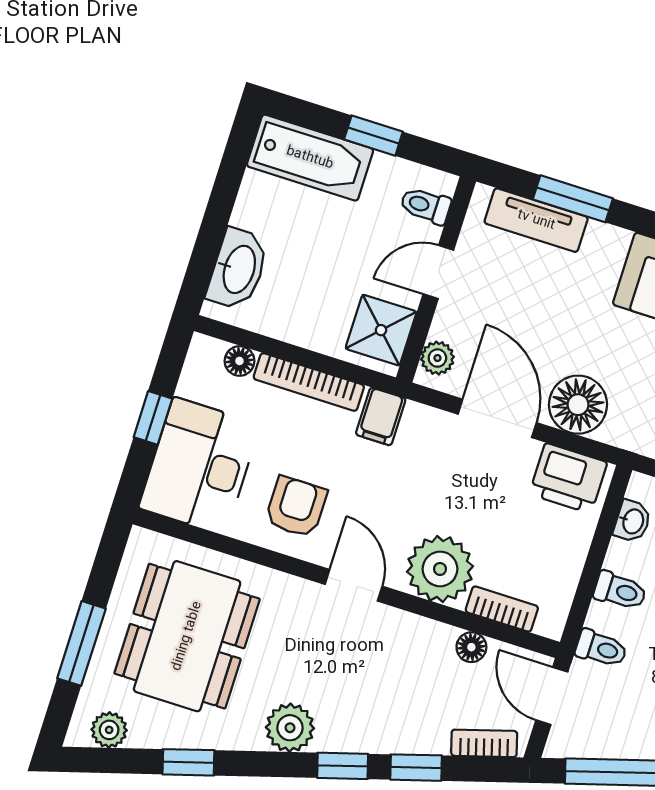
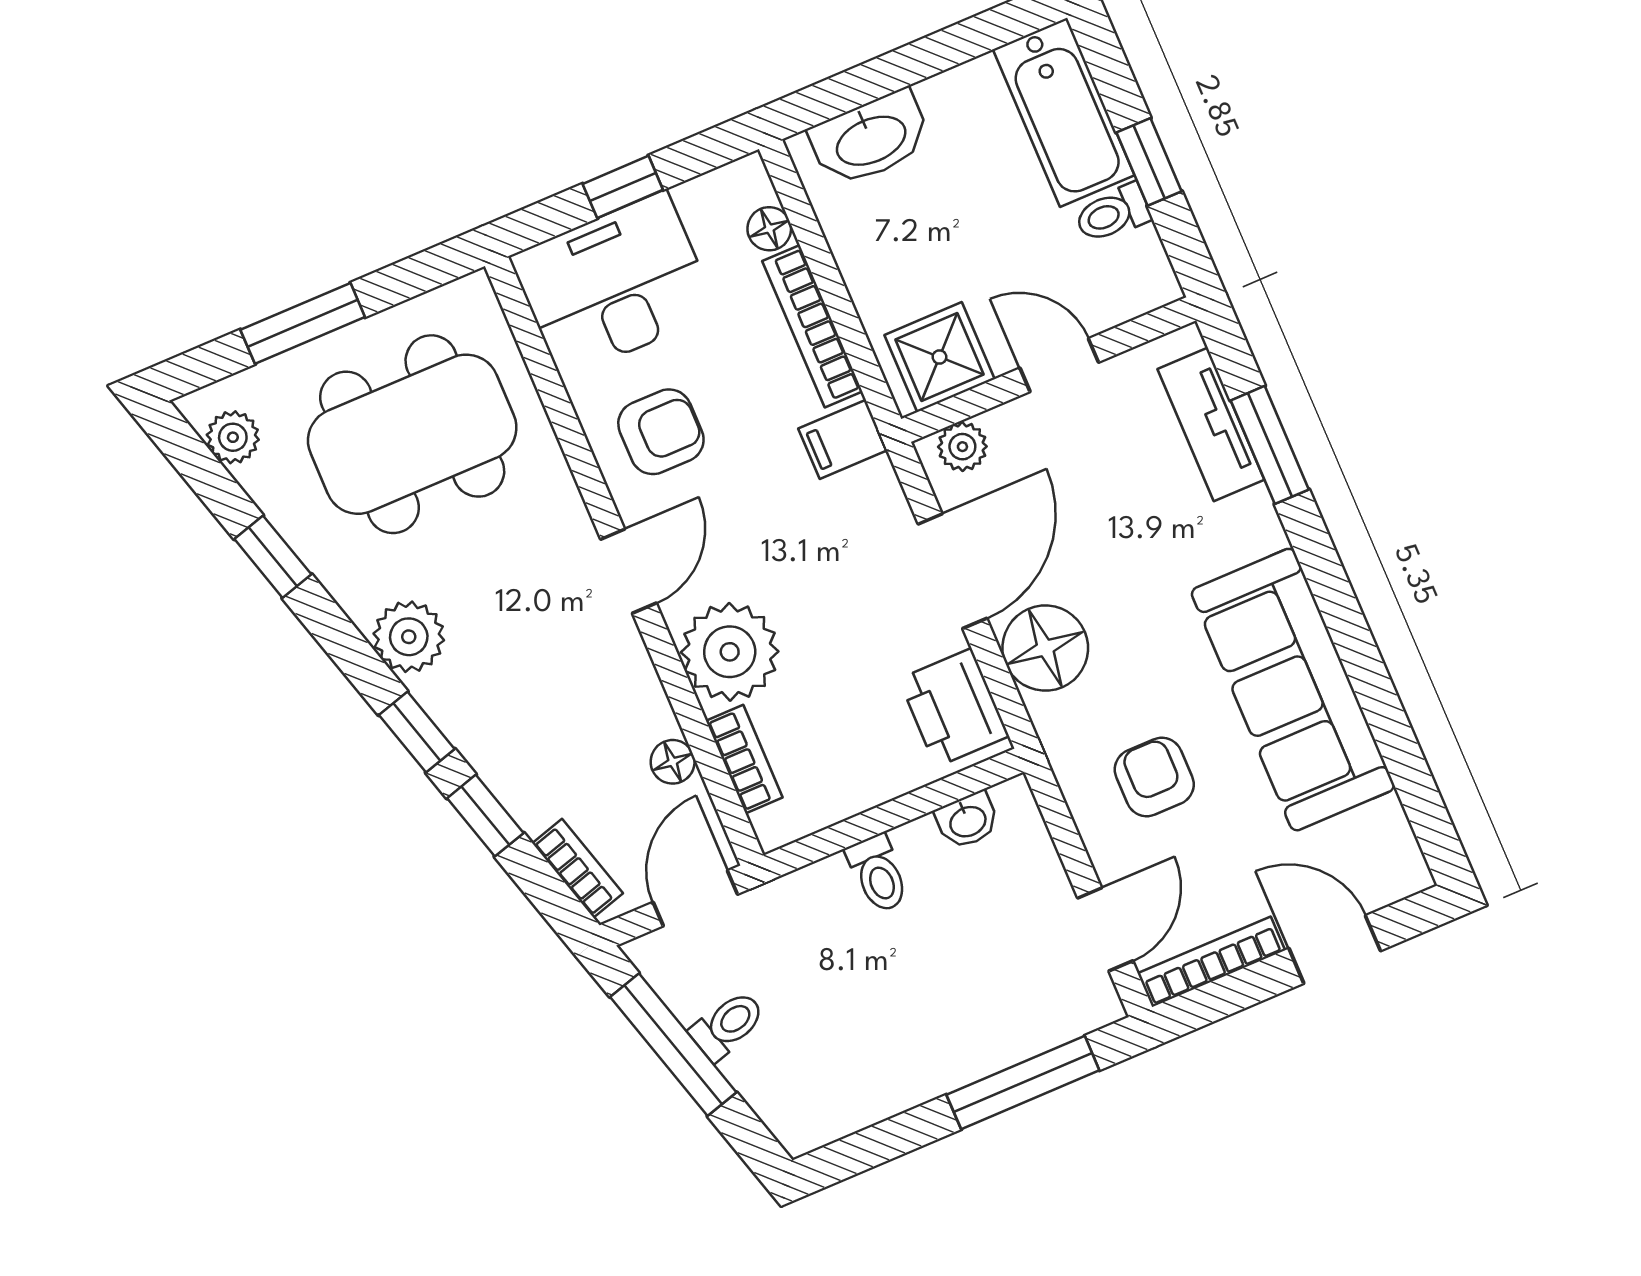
toilet: (426, 206) -> (1113, 214), moved, turned -90
toilet: (601, 649) -> (728, 1025), moved, turned -106

